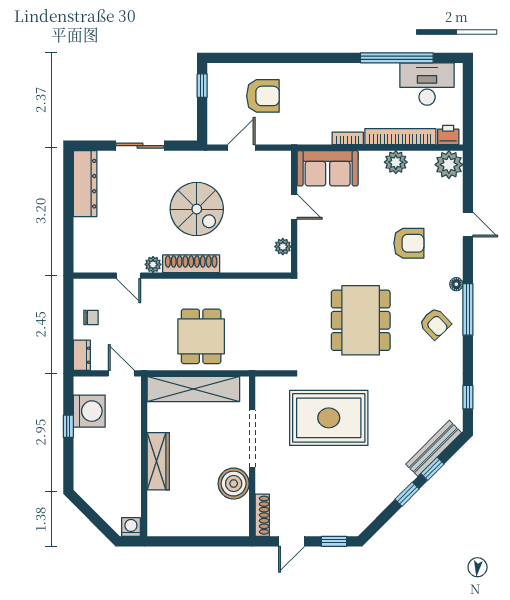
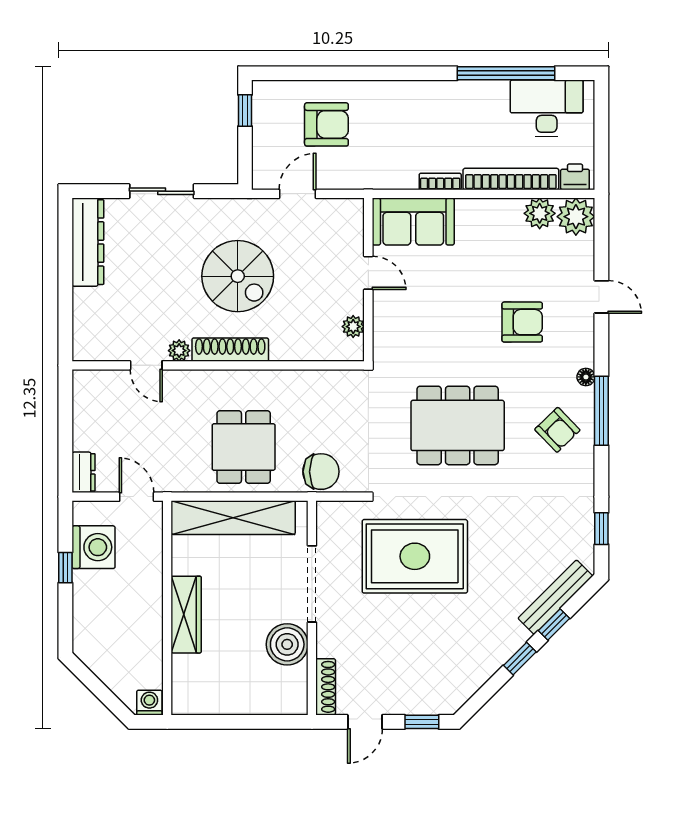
plant: (396, 162) -> (540, 213), moved
chair: (91, 318) -> (321, 472), moved, width x1.87, depth x1.87
dining table: (361, 320) -> (458, 425), turned 90

